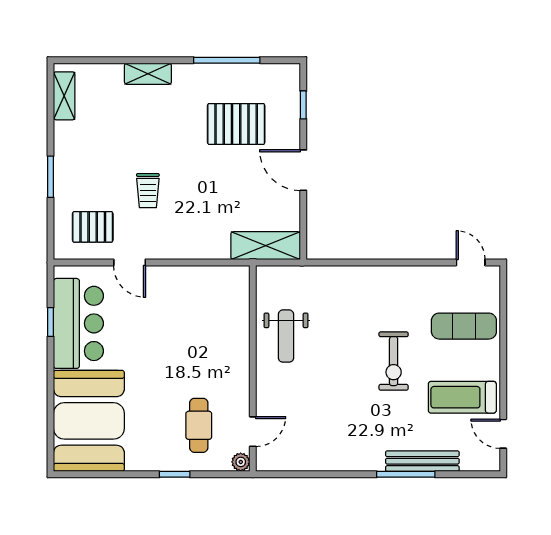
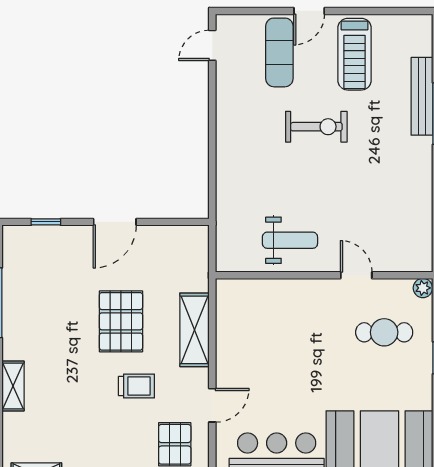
pallet: (236, 124) -> (121, 321), moved
shelving: (266, 246) -> (195, 330), moved
door: (253, 432) -> (356, 275), moved
door: (503, 434) -> (309, 11), moved

